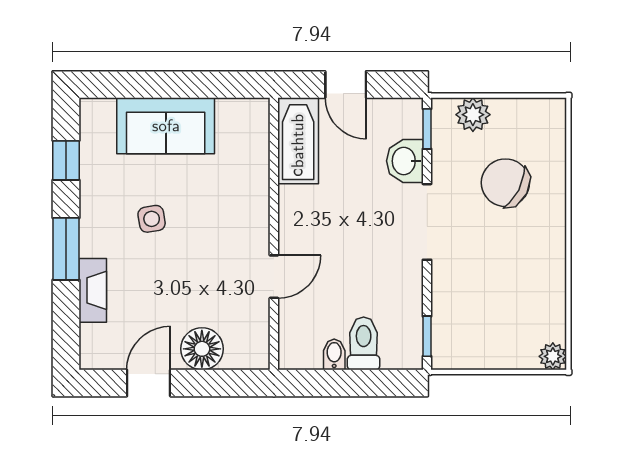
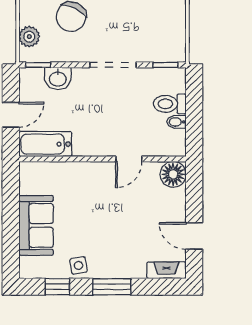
side table: (152, 219) -> (79, 265), moved
doorway: (427, 222) -> (113, 65), moved
door: (274, 277) -> (129, 159), swing flipped
fireplace: (93, 290) -> (166, 270), moved
floor lamp: (202, 349) -> (173, 174), moved

